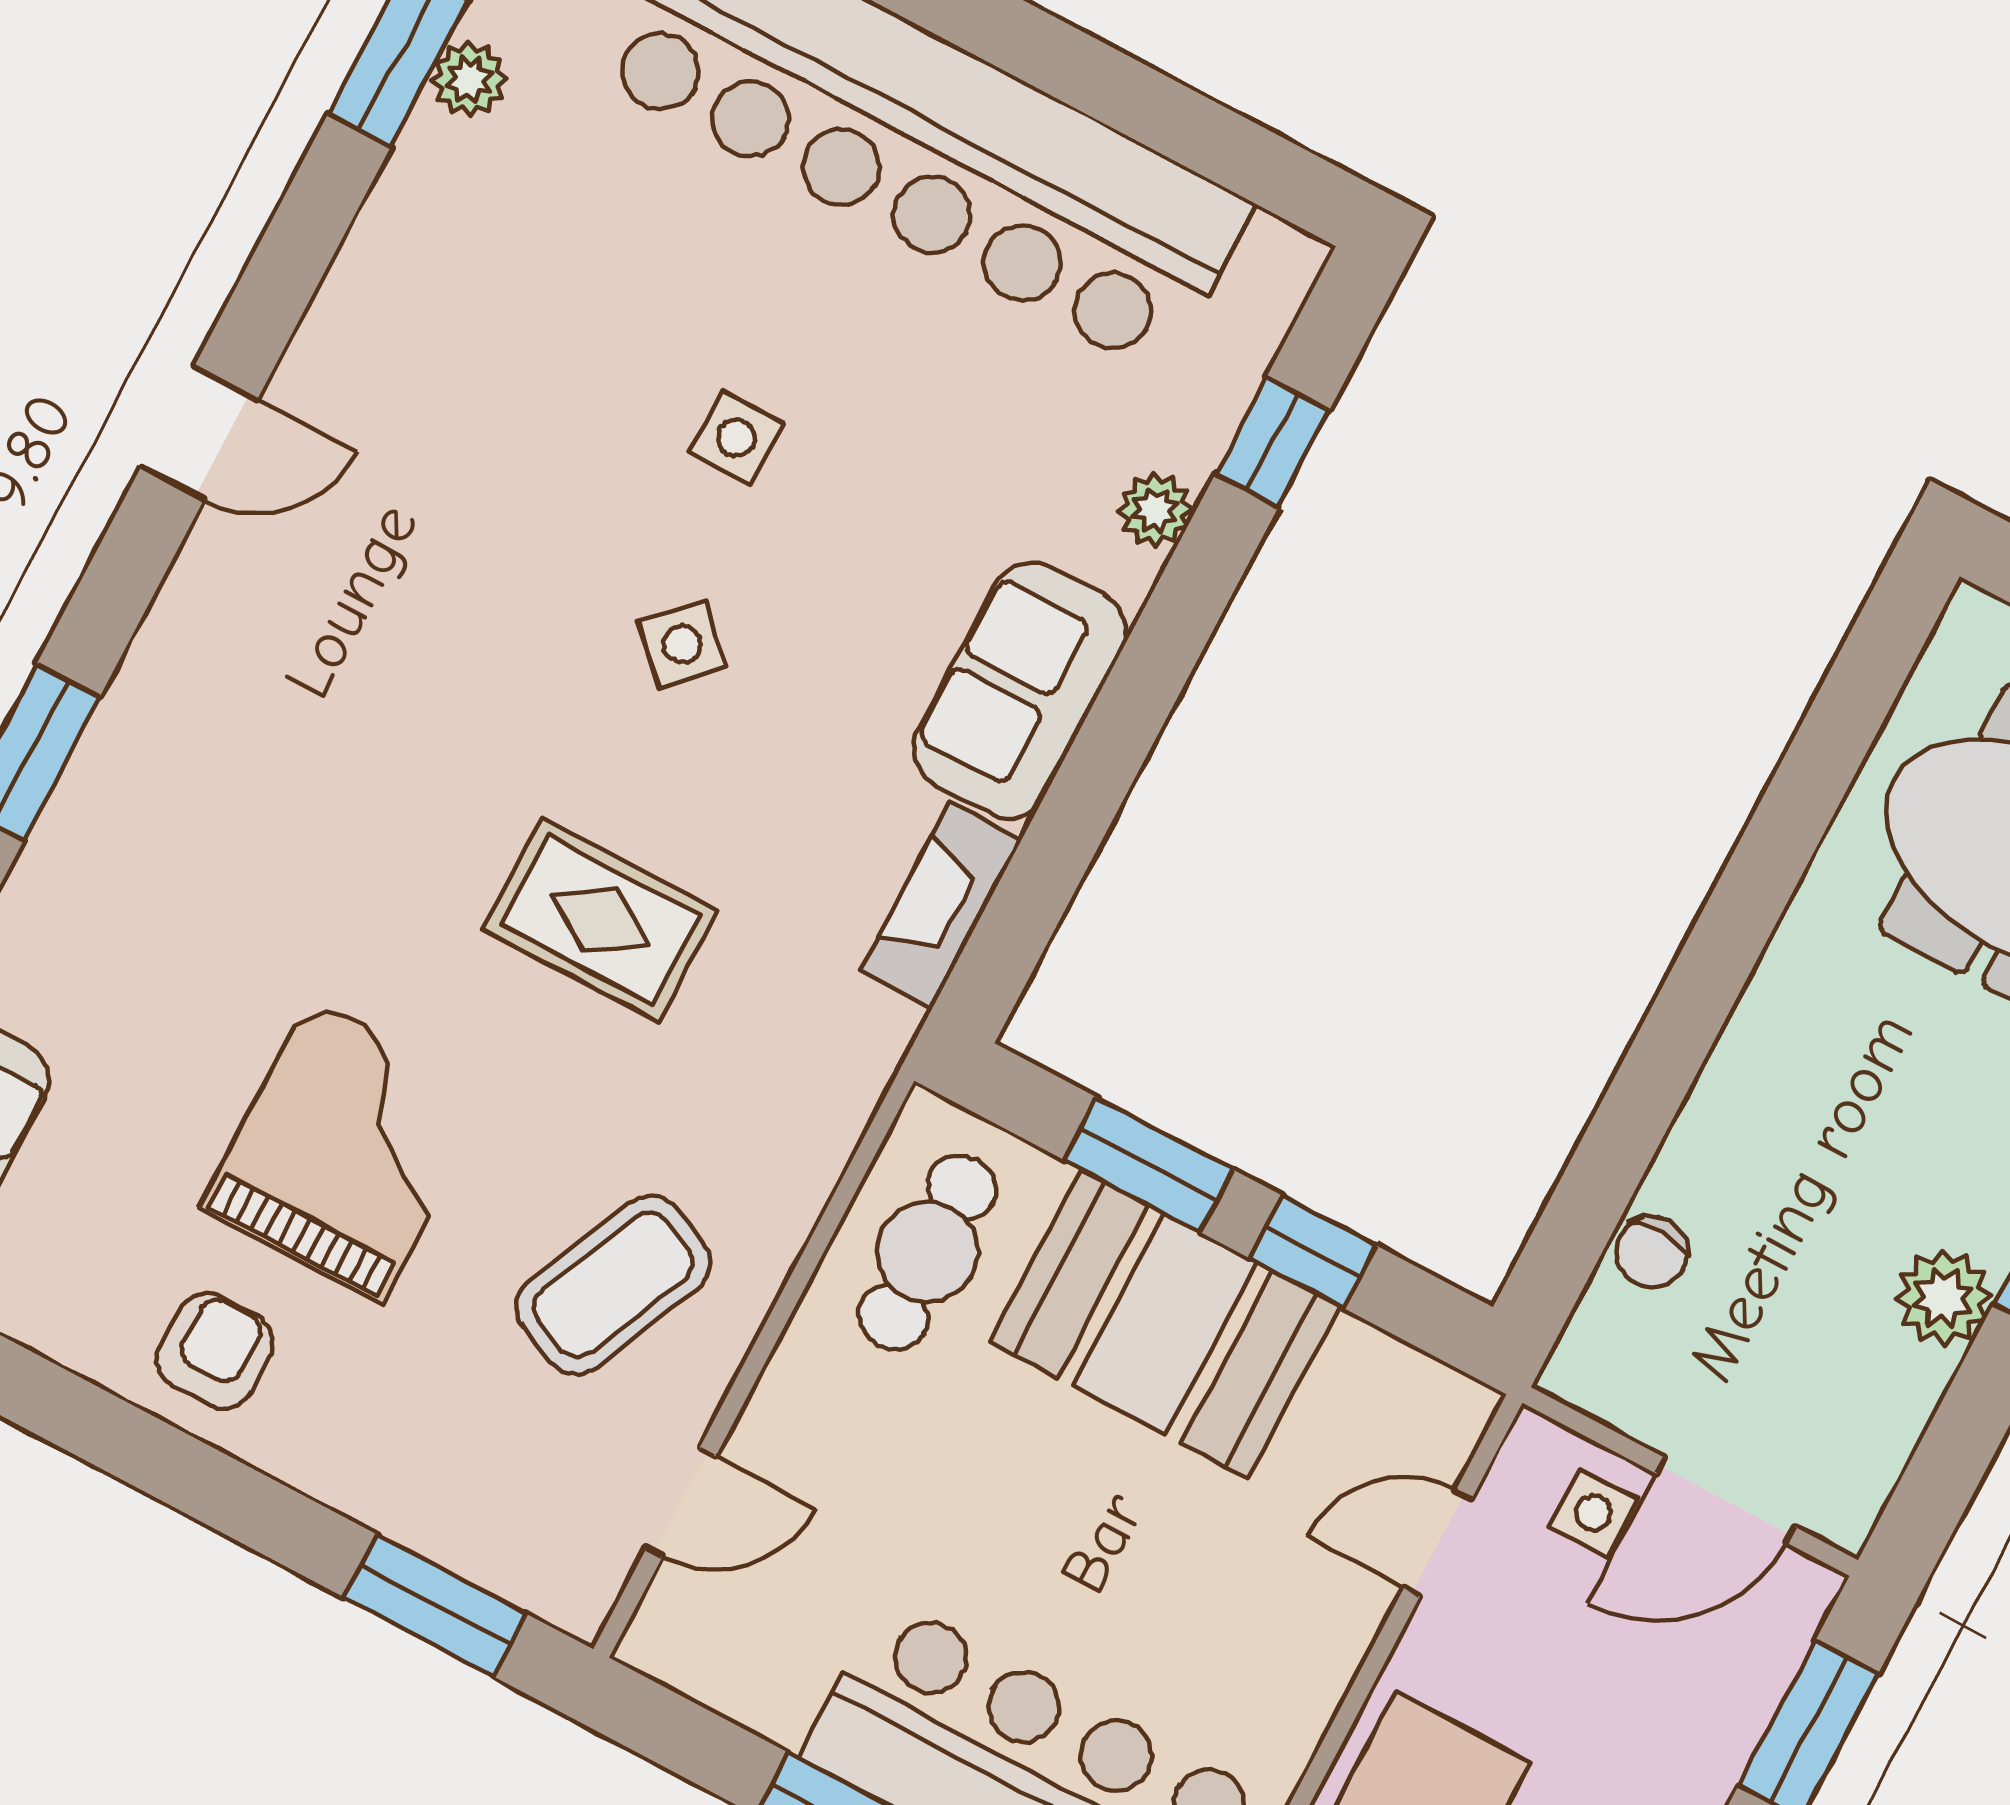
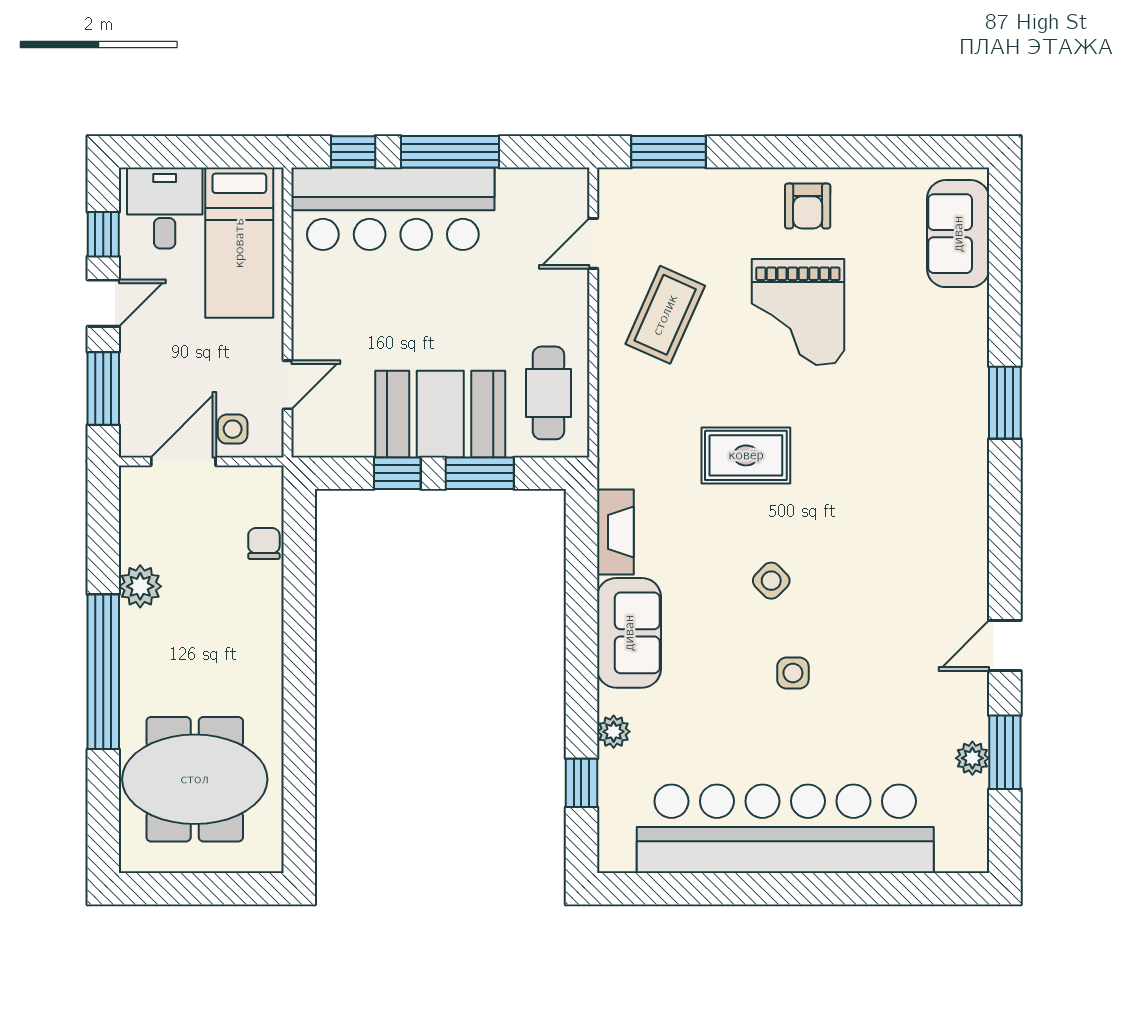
door: (199, 433) -> (1005, 645), moved

